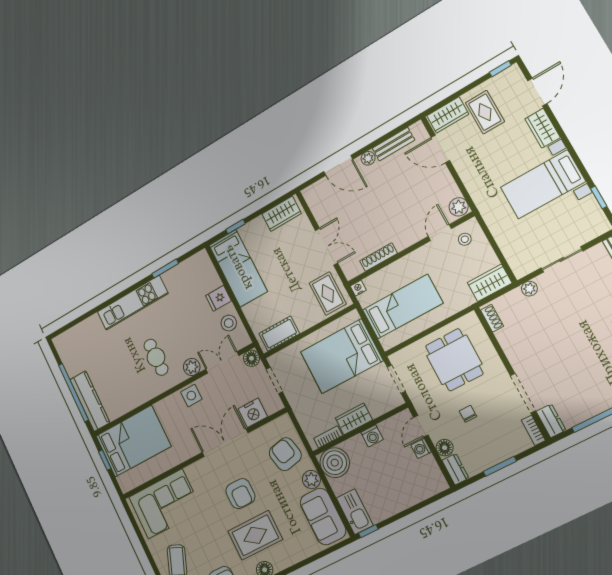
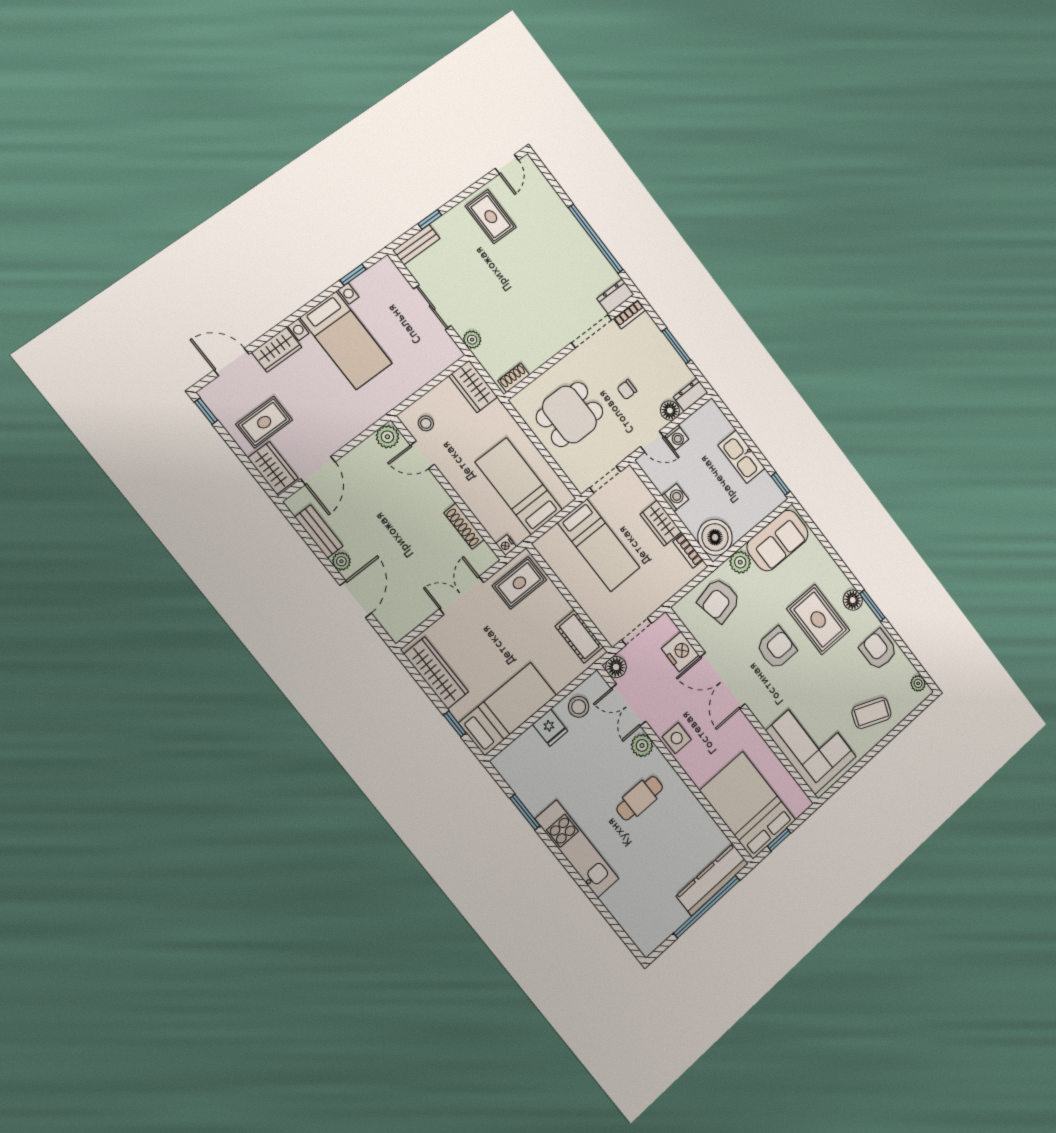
wardrobe: (282, 214) -> (436, 673), width x1.50
bed: (342, 356) -> (599, 545), width x0.67
kitchen sink: (355, 512) -> (742, 457), moved, turned -90

